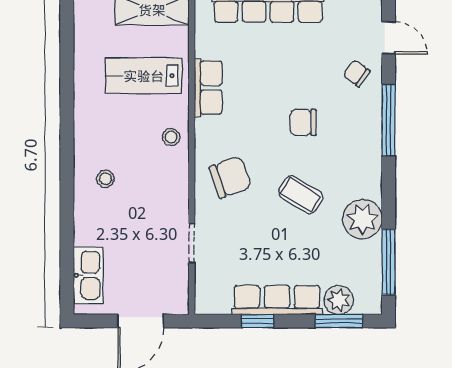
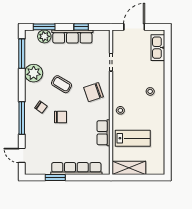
chair: (356, 73) -> (41, 107), moved

